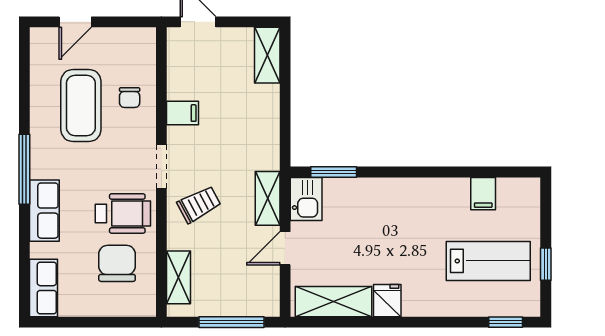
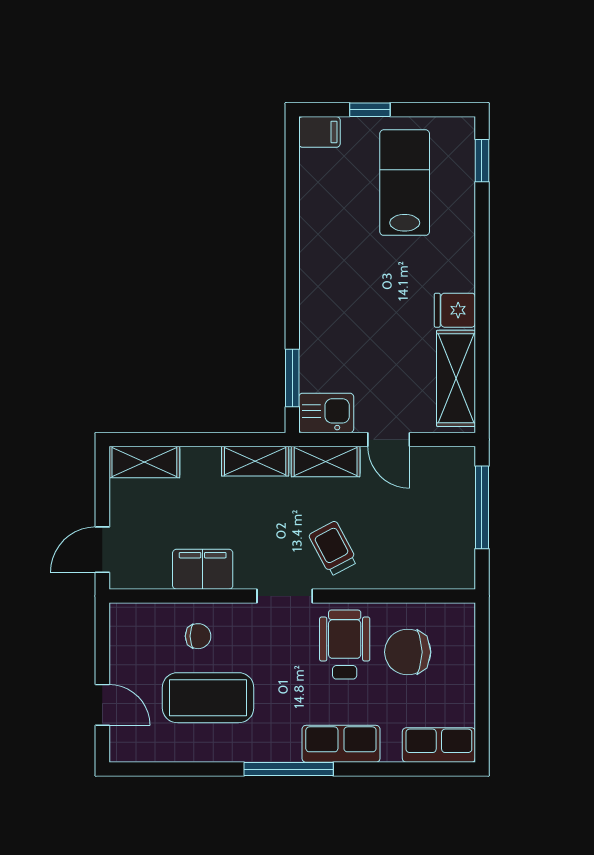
filing cabinet: (182, 113) -> (203, 569), width x2.00
filing cabinet: (483, 194) -> (319, 132), moved
window: (546, 264) -> (370, 110), moved
shelving: (179, 277) -> (255, 461), moved

